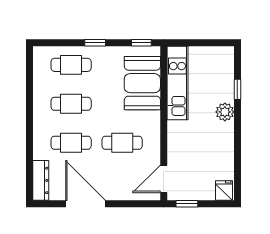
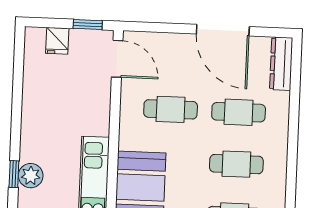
plant: (225, 112) -> (31, 176), moved
door: (164, 179) -> (117, 59), hinge flipped
fridge: (224, 191) -> (57, 41), moved

